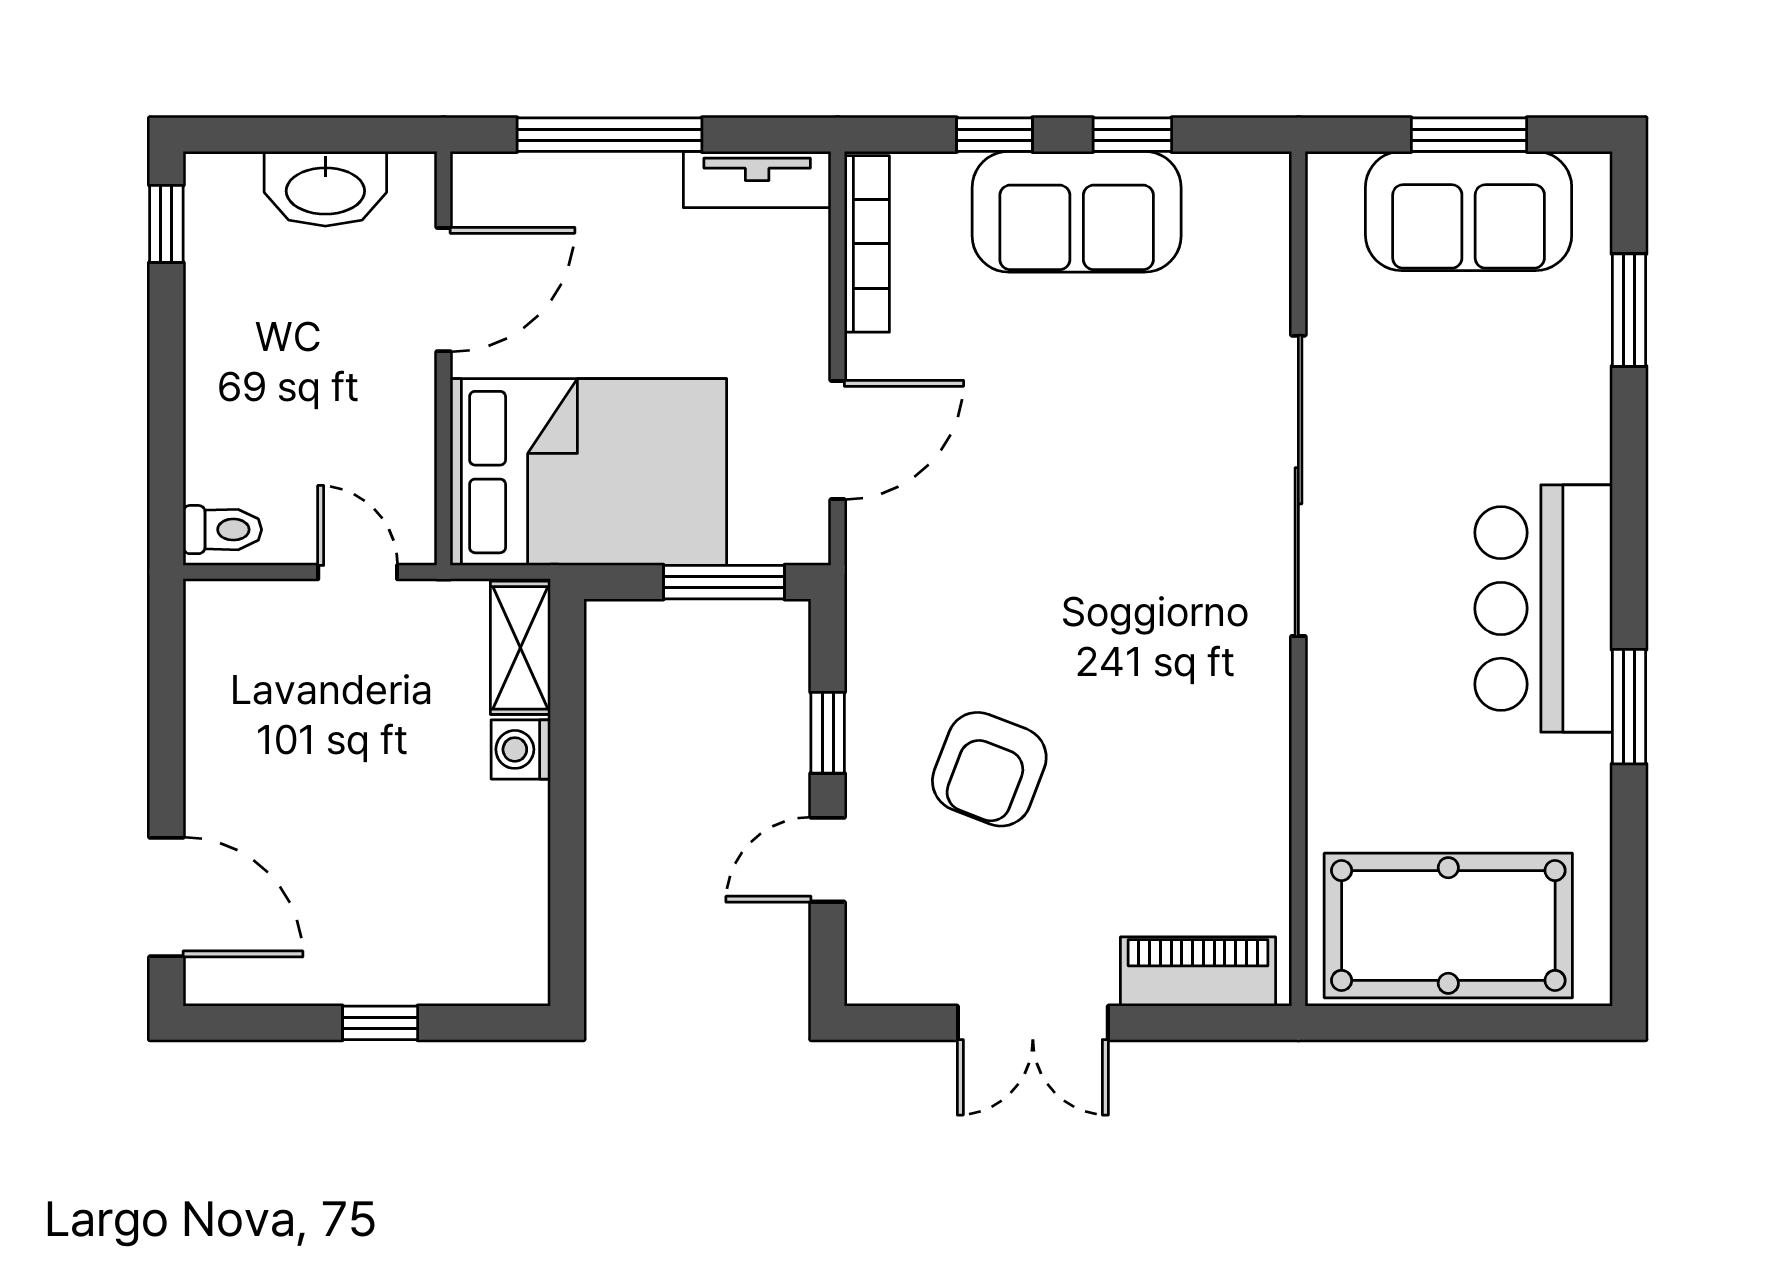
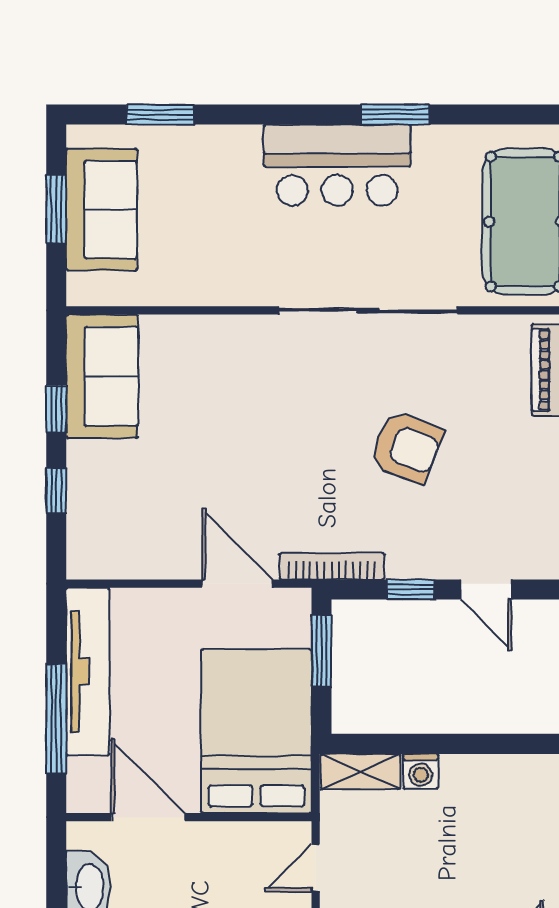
tv unit: (757, 179) -> (88, 671), width x1.92, depth x1.29
sofa: (1077, 212) -> (102, 376), moved
bookcase: (867, 244) -> (332, 566), moved
sliding door: (1298, 486) -> (368, 310), moved
armchair: (989, 769) -> (406, 447), moved

